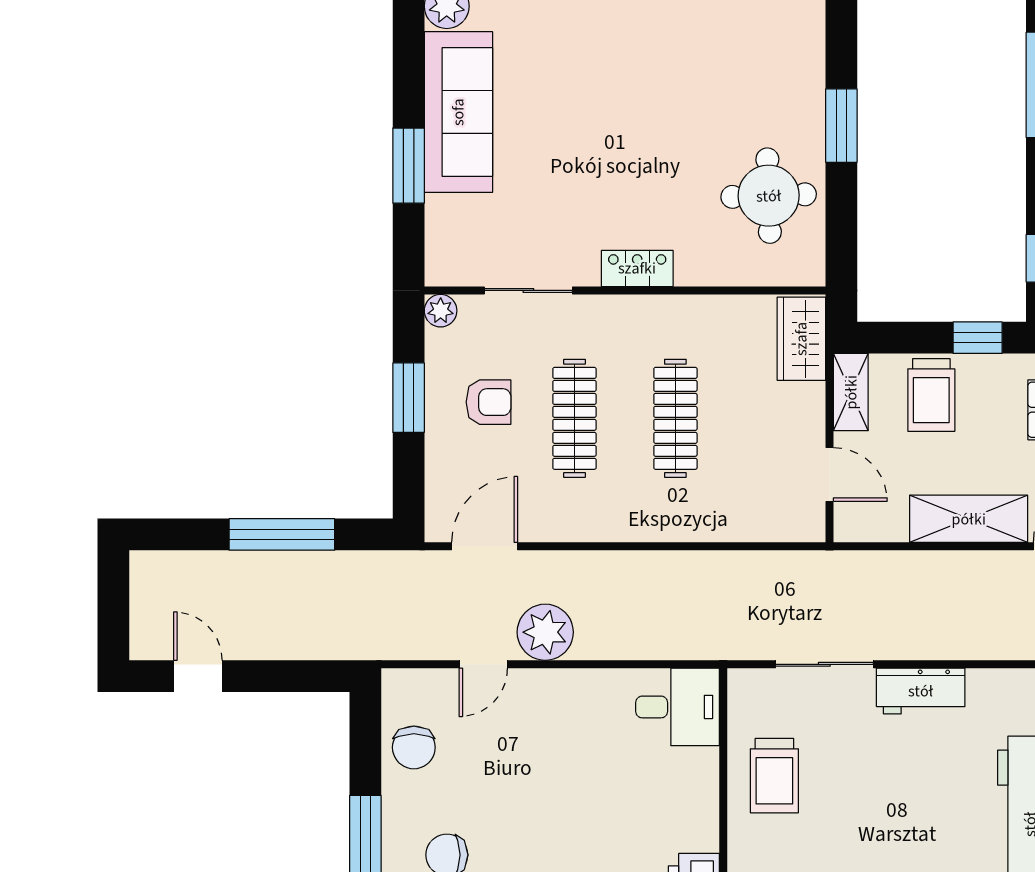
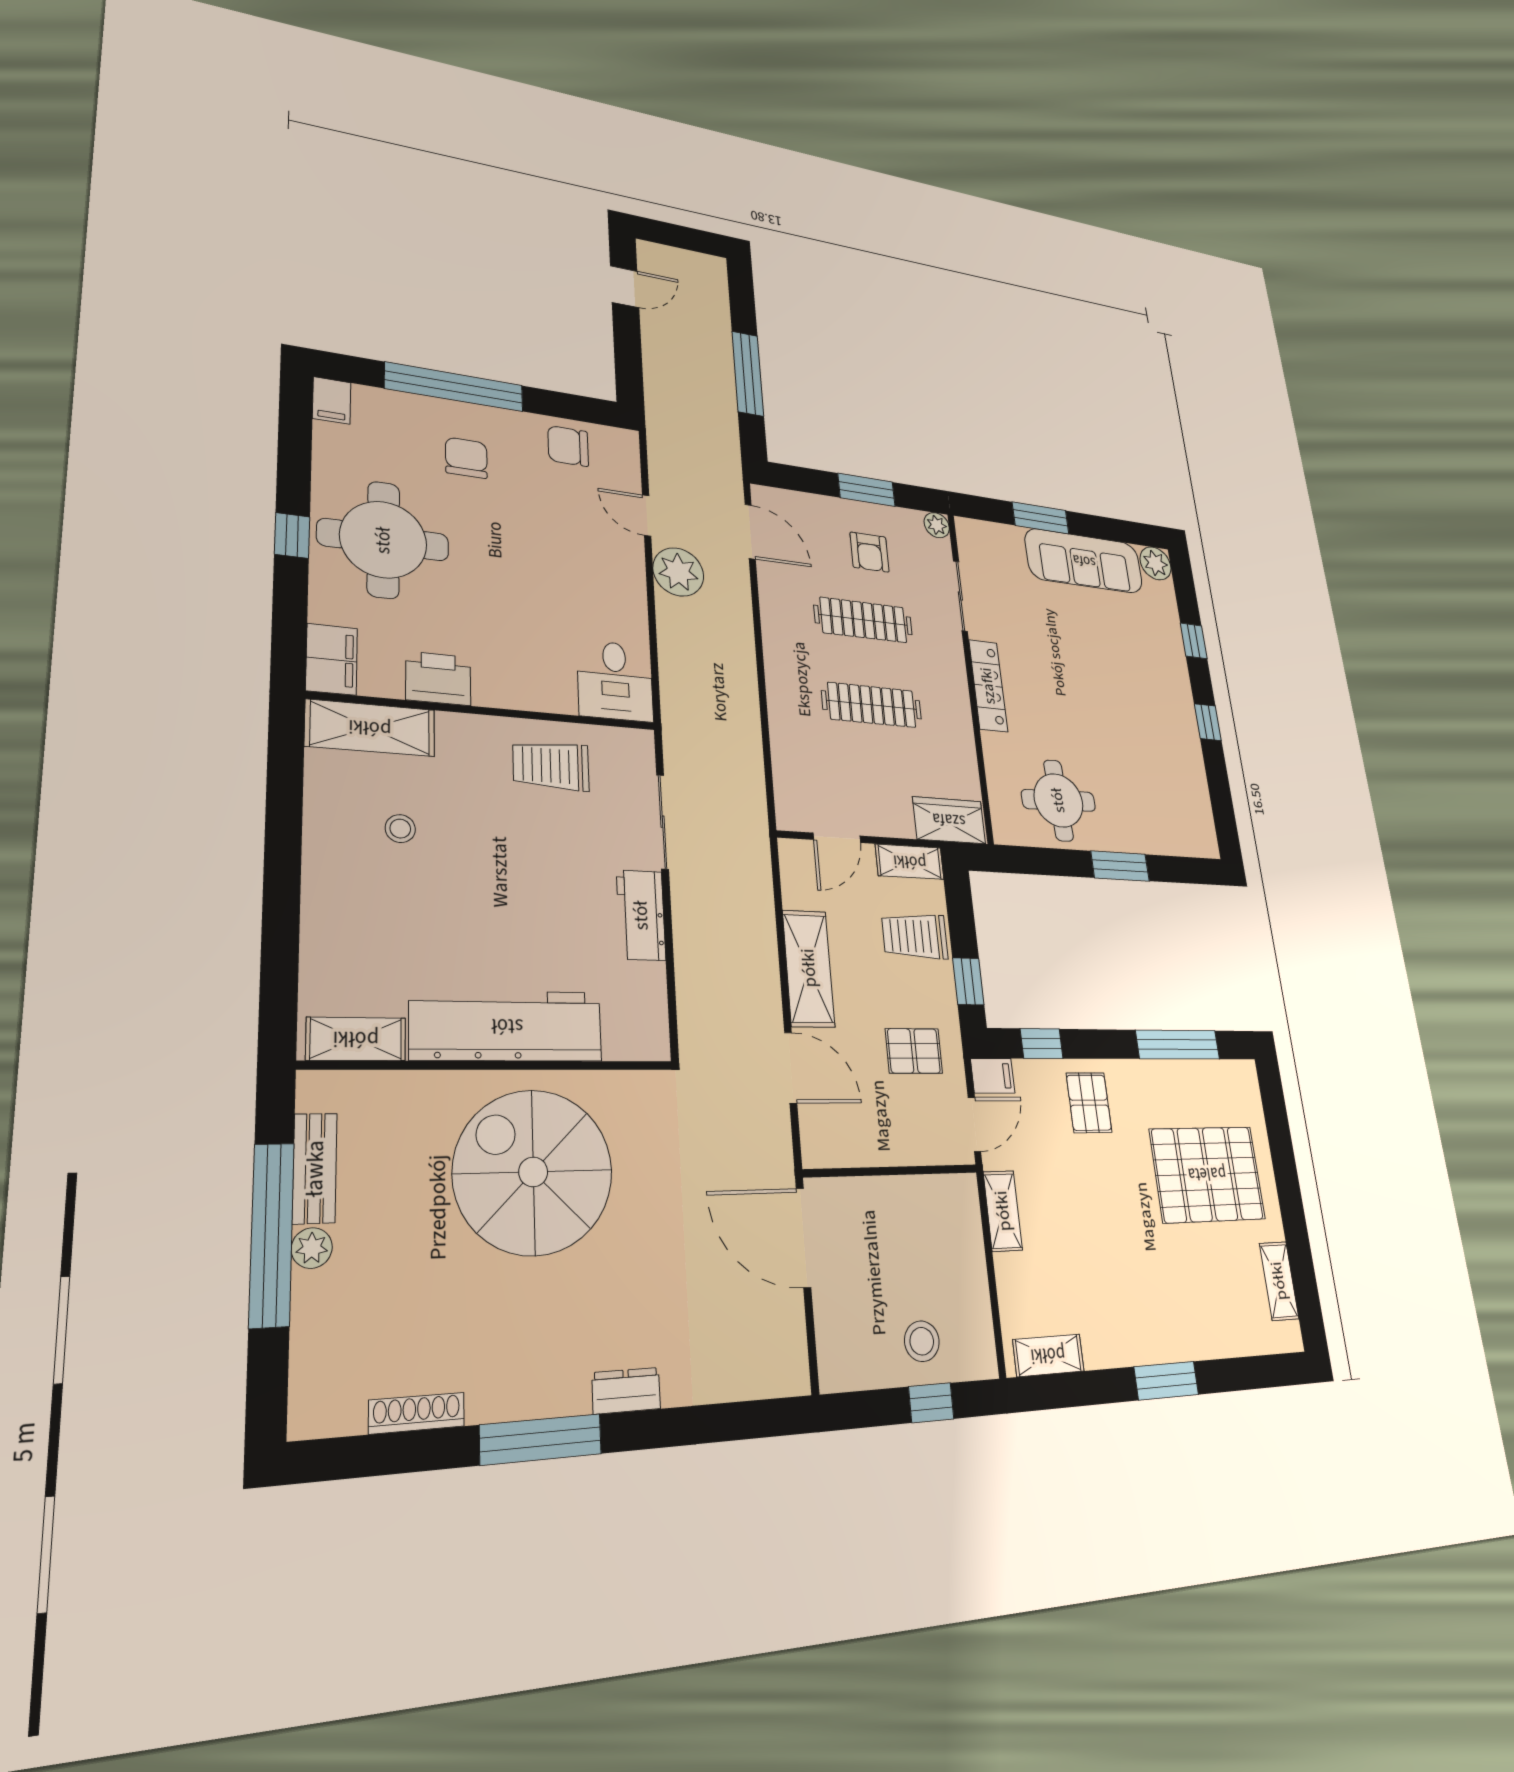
locker: (637, 268) -> (988, 686), width x1.53

